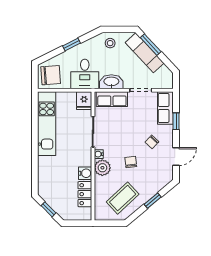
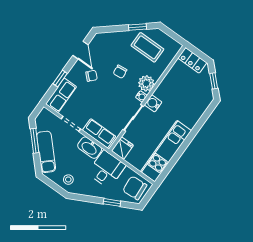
window: (72, 44) -> (112, 202), moved
window: (151, 45) -> (35, 141), moved
door: (176, 157) -> (80, 50), swing flipped
water cooler: (85, 173) -> (153, 103), moved
locker: (85, 194) -> (192, 60), moved, turned 90
coffee table: (123, 198) -> (147, 47), turned 43
window: (153, 201) -> (137, 27), moved

